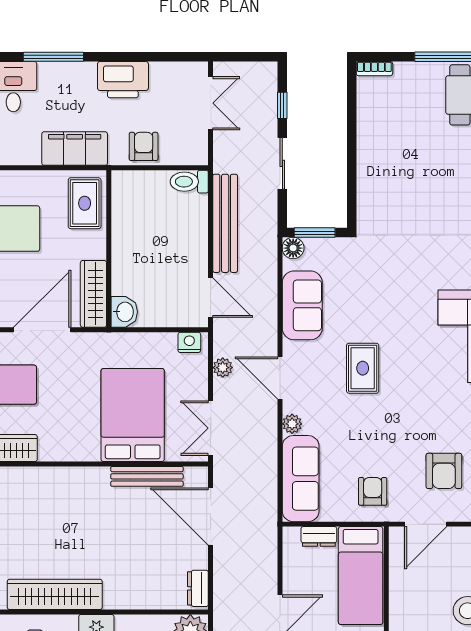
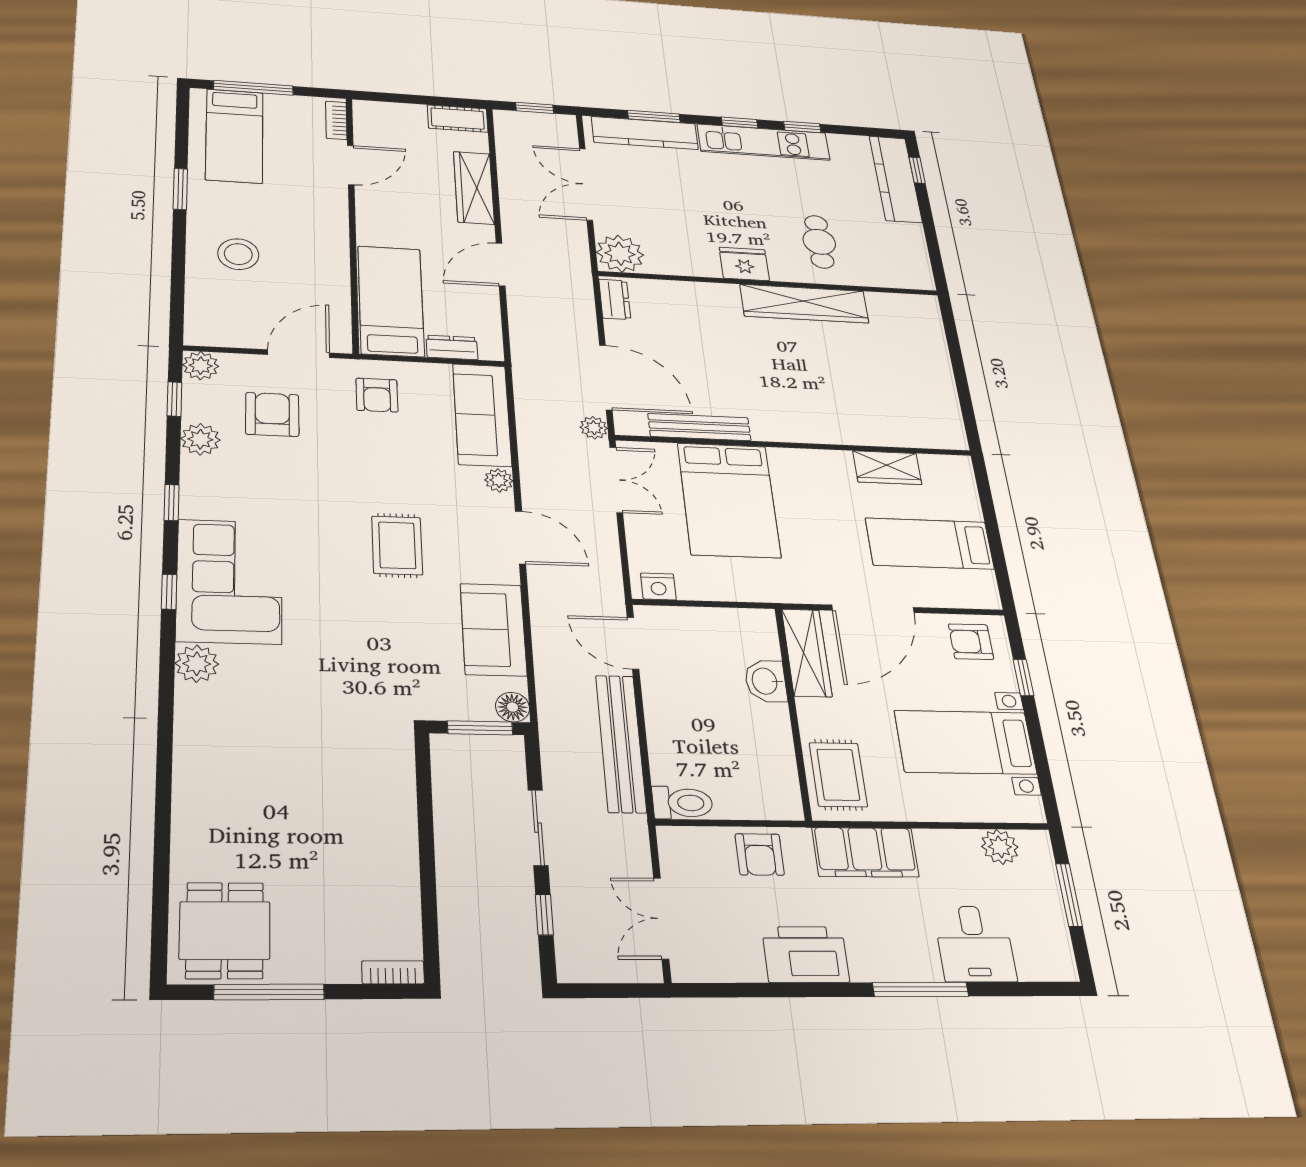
washbasin: (124, 312) -> (766, 681), moved
plant: (223, 368) -> (594, 428), moved

